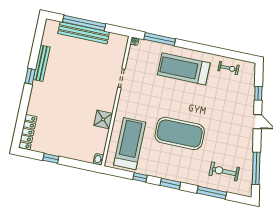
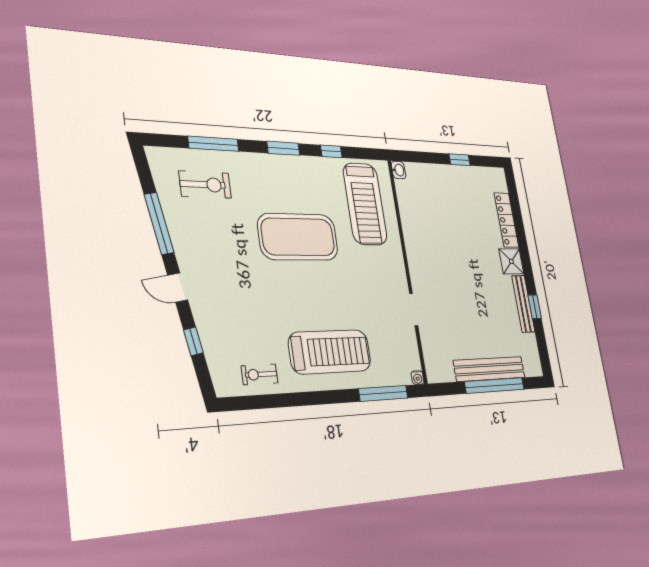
window: (30, 76) -> (535, 307), moved
shower: (103, 119) -> (511, 261), moved
locker: (28, 132) -> (506, 220), moved
window: (256, 168) -> (159, 223), moved

